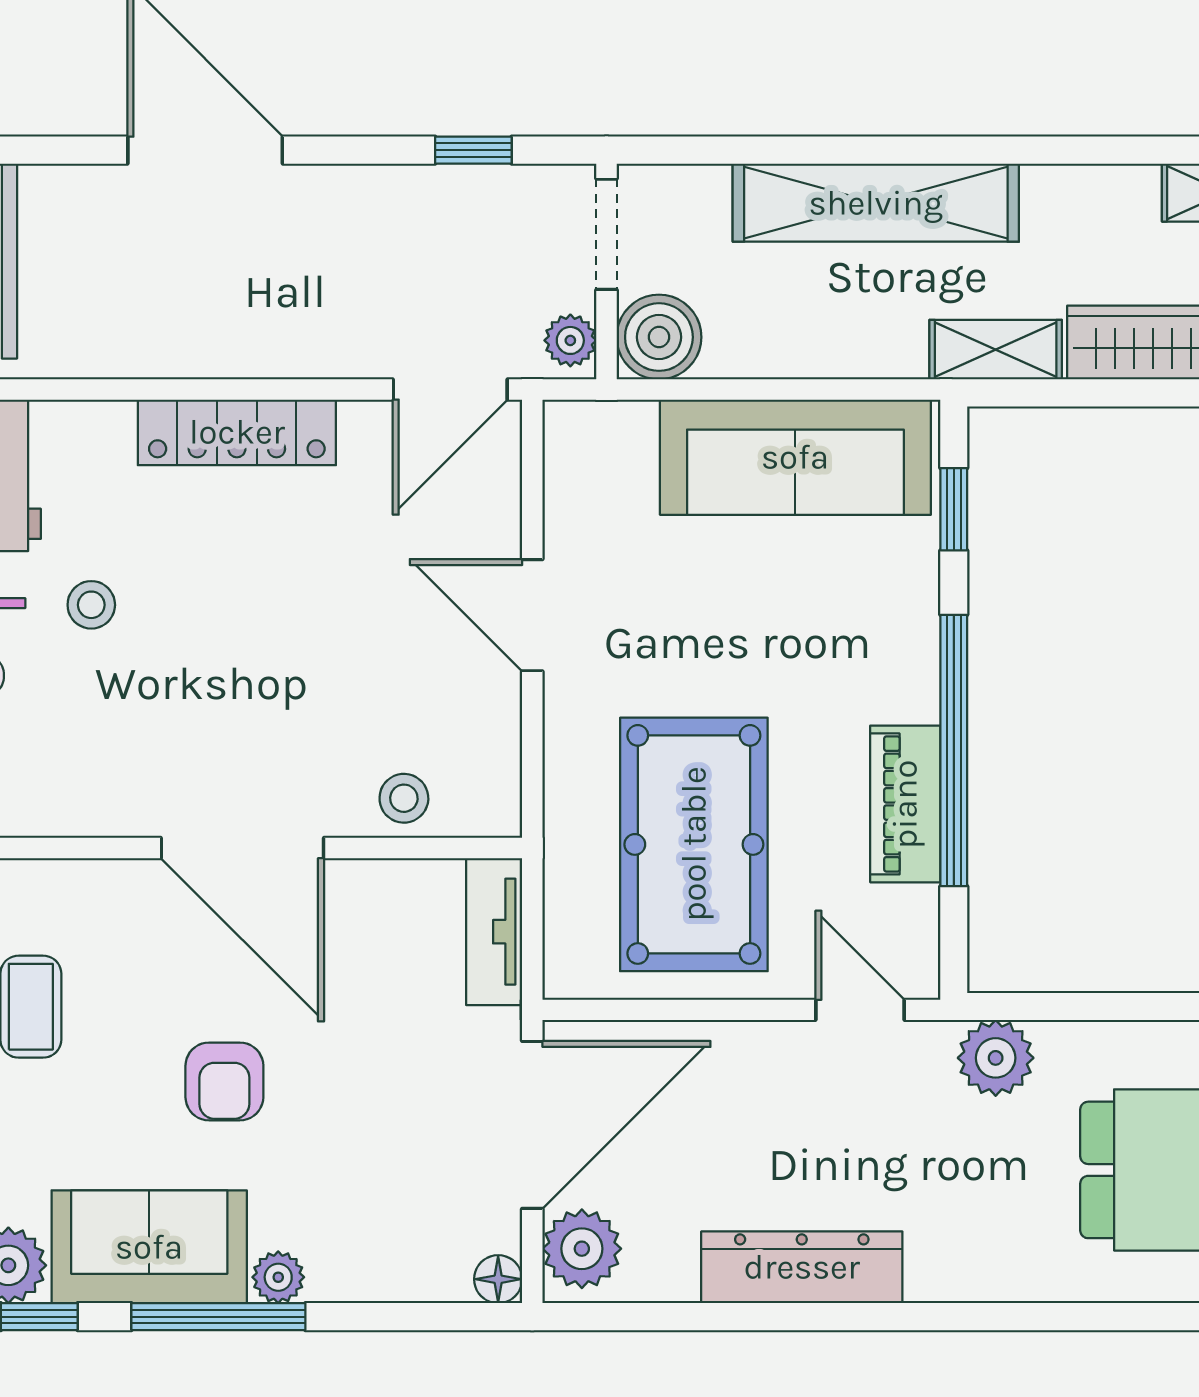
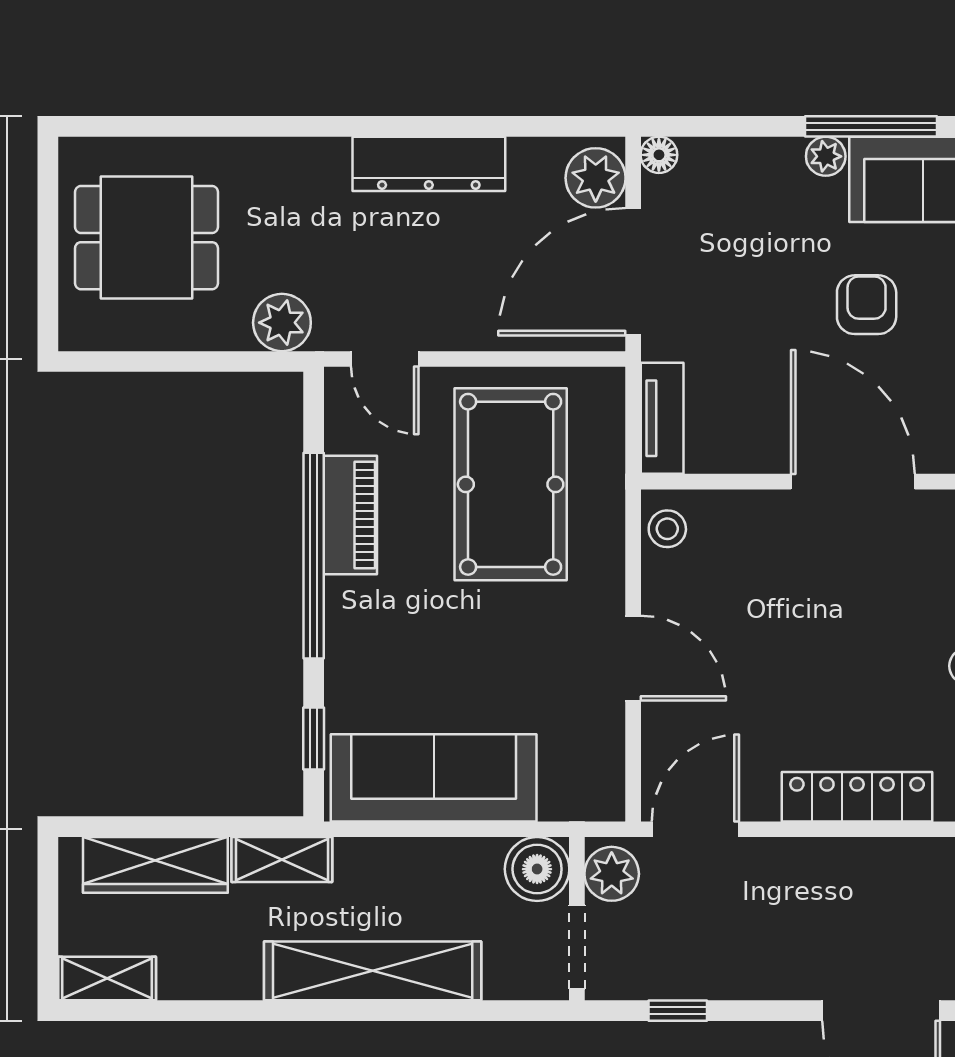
plant: (570, 340) -> (612, 874), width x1.38, depth x1.38
stool: (404, 798) -> (667, 529), moved

